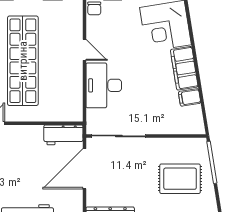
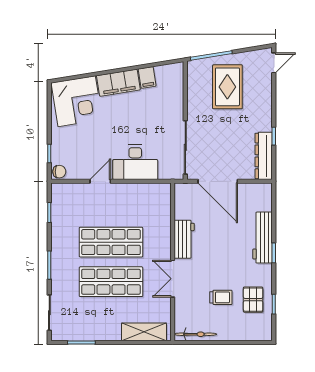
shop shelf: (23, 61) -> (111, 242), width x0.71
workbench: (63, 135) -> (184, 239), moved

